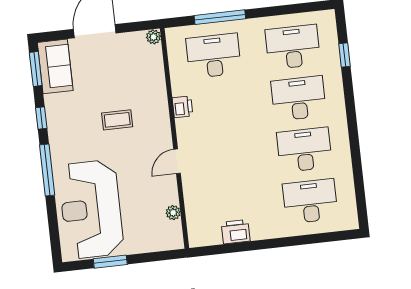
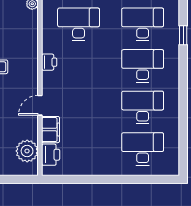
filing cabinet: (194, 190) -> (51, 130), added
plant: (173, 213) -> (27, 151), width x1.88, depth x1.88
printer: (236, 232) -> (51, 155), moved, turned 90

